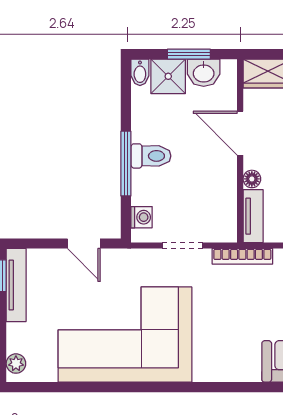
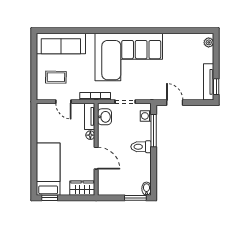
window: (189, 54) -> (135, 198), moved
washbasin: (204, 73) -> (105, 117), moved, turned 90
shower: (168, 76) -> (132, 187), removed
window: (126, 164) -> (154, 131), moved
corner sofa: (125, 335) -> (129, 57), moved

